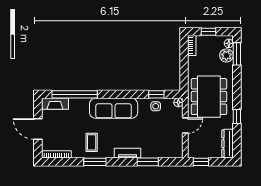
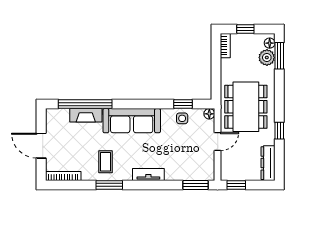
fireplace: (55, 104) -> (86, 115), moved
window: (148, 162) -> (196, 185), moved

